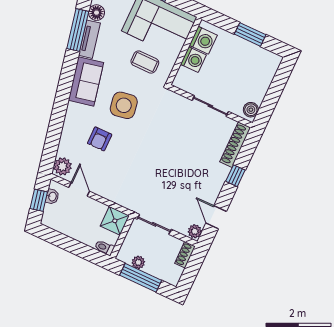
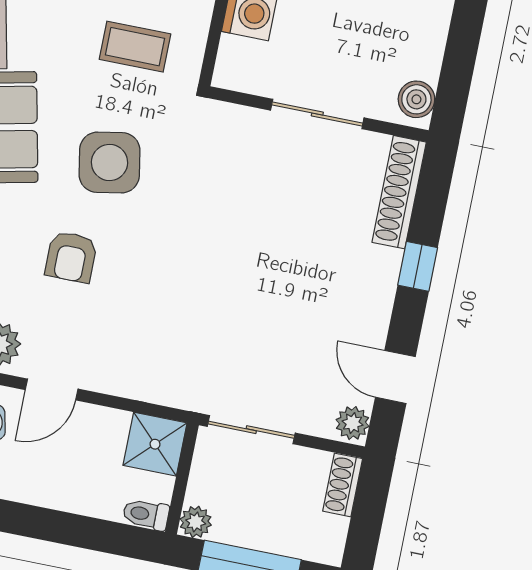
door: (79, 189) -> (52, 389), swing flipped
plant: (138, 262) -> (196, 522), moved

